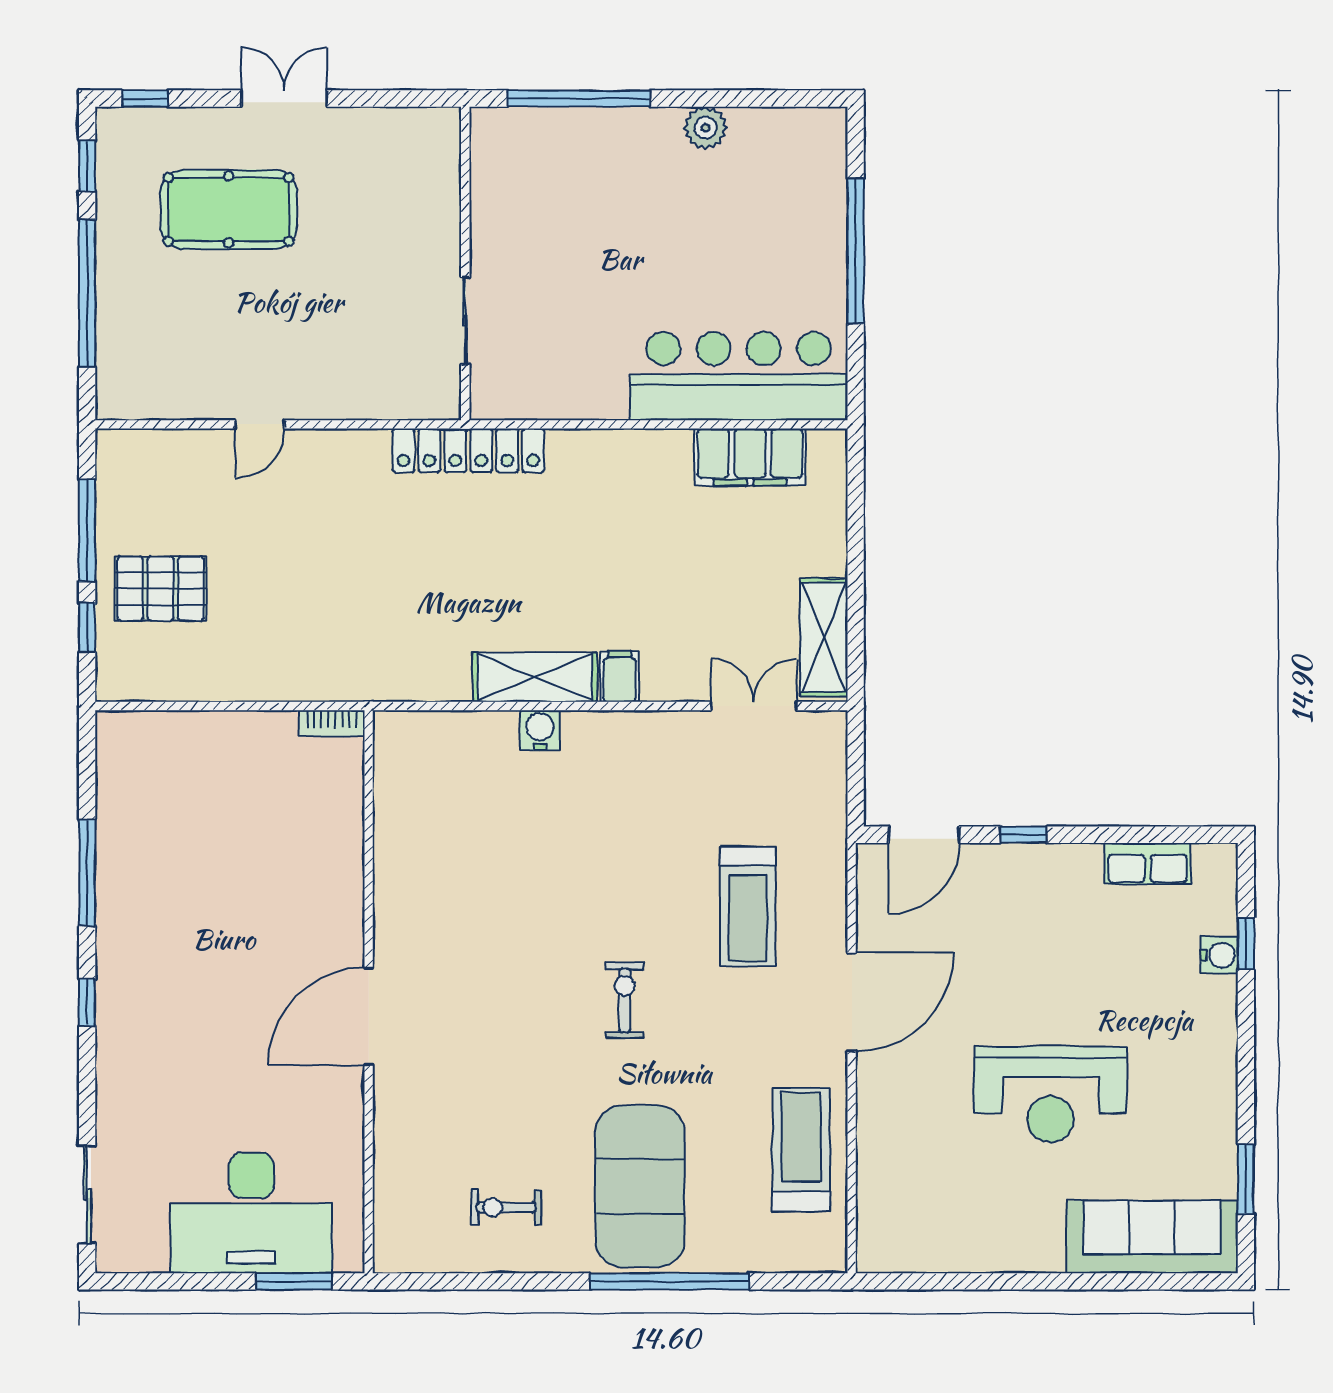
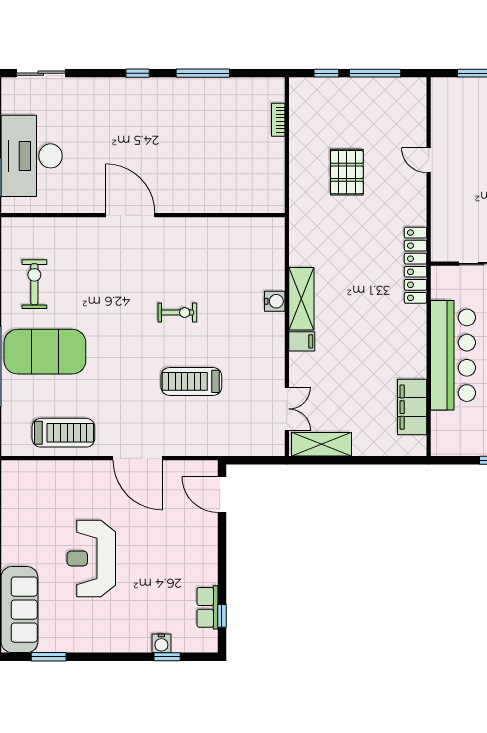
bar counter: (739, 376) -> (453, 355), moved
pallet: (160, 589) -> (347, 172), moved
bookcase: (332, 723) -> (278, 120), moved
window: (1023, 835) -> (222, 616), moved
treadmill: (748, 907) -> (191, 381), moved
exercise bike: (625, 1000) -> (177, 312), moved
exercise bike: (506, 1207) -> (34, 284), width x1.38, depth x1.39

